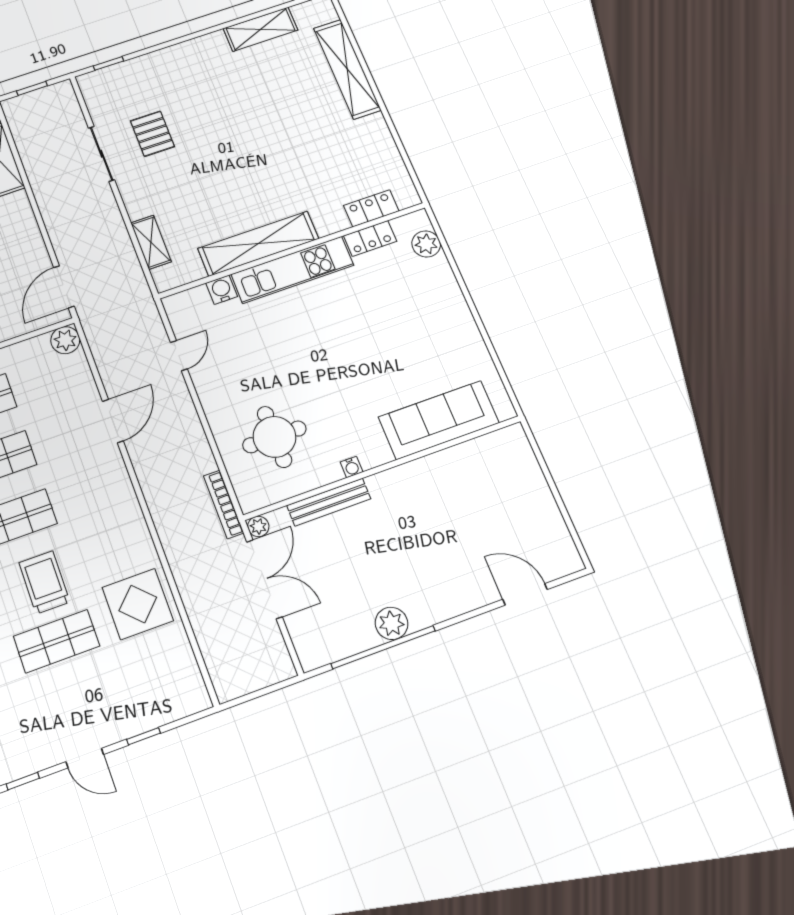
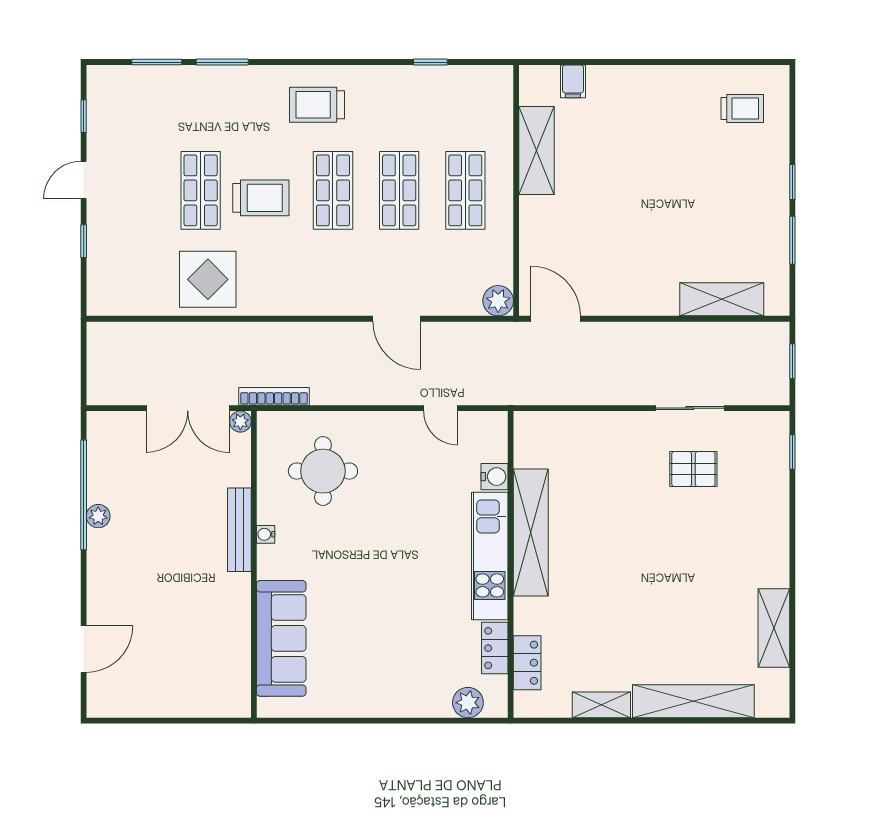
shelving: (151, 242) -> (601, 705), moved
bench: (329, 502) -> (239, 530), moved
plant: (392, 623) -> (98, 516), width x0.73, depth x0.73

